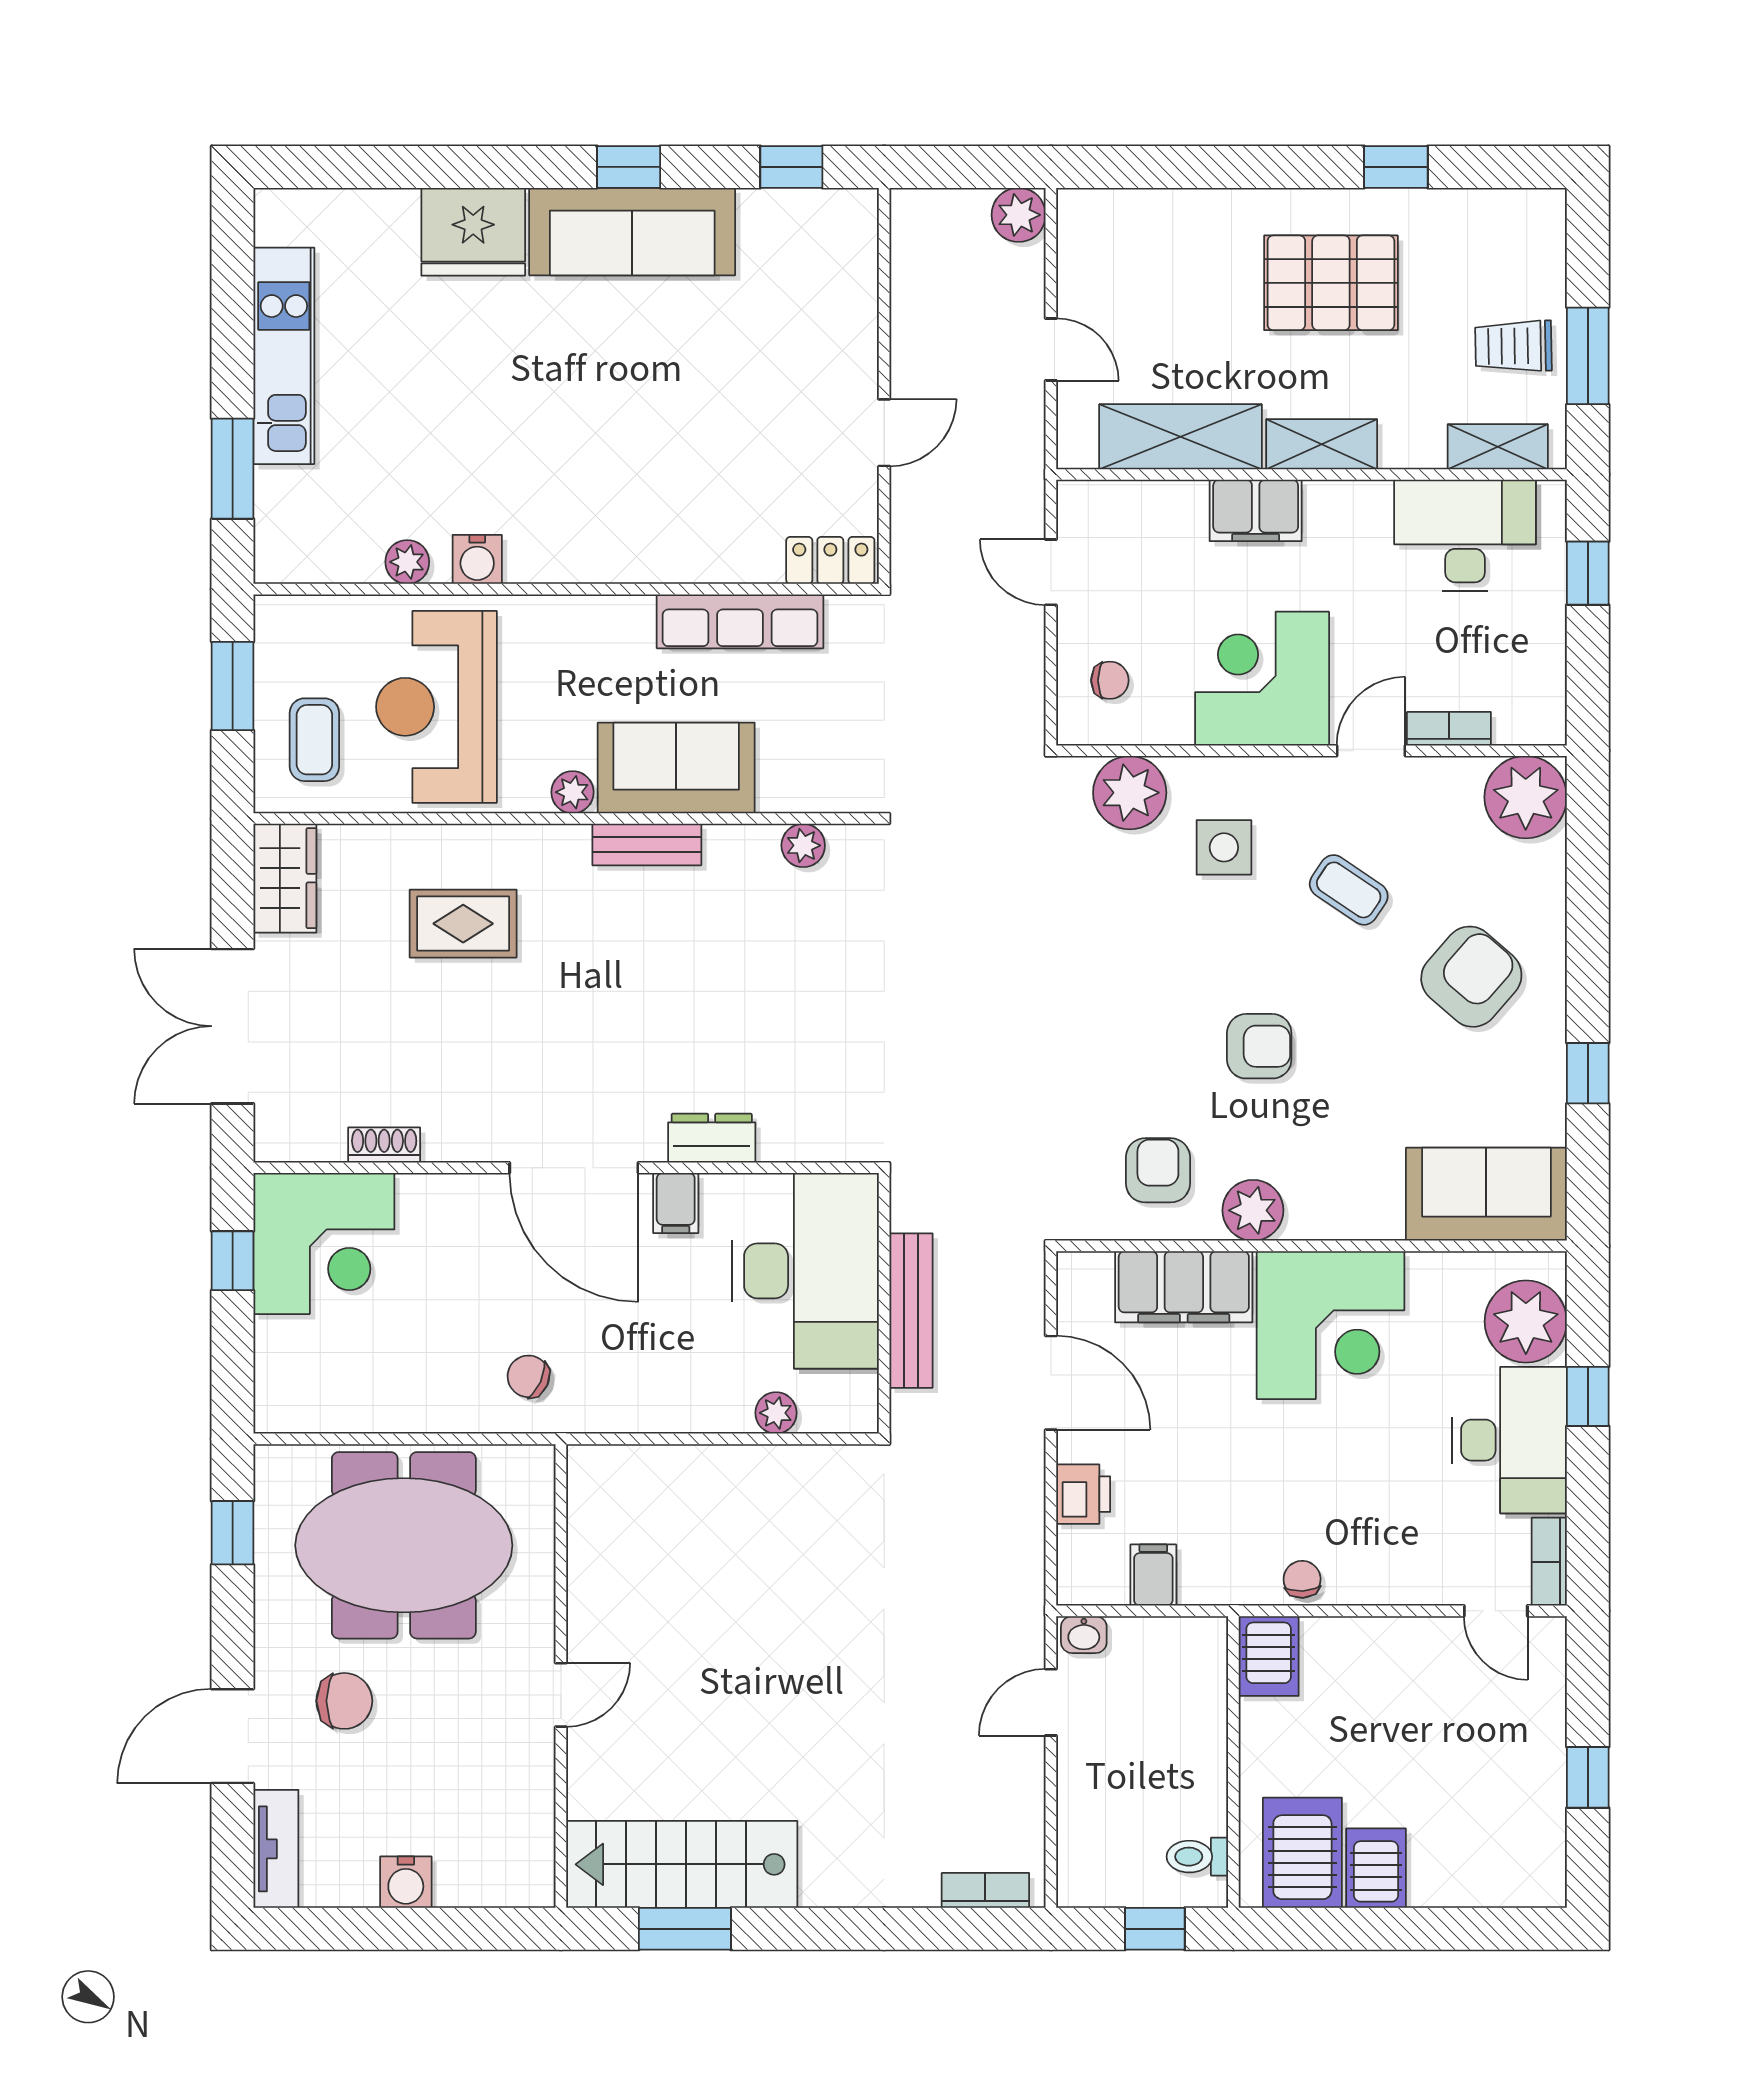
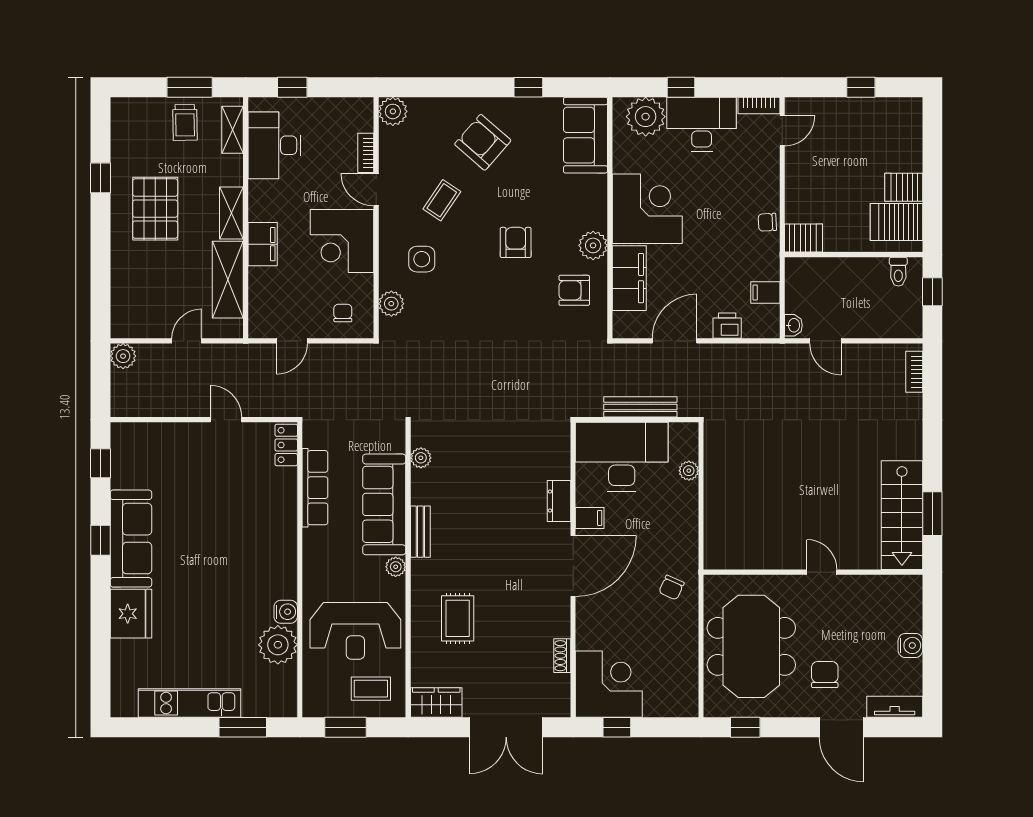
plant: (407, 562) -> (278, 645), width x1.88, depth x1.88
sofa: (676, 768) -> (384, 504), width x1.36
plant: (1130, 793) -> (391, 304), width x0.73, depth x0.73
plant: (1526, 797) -> (393, 111), width x0.73, depth x0.73

